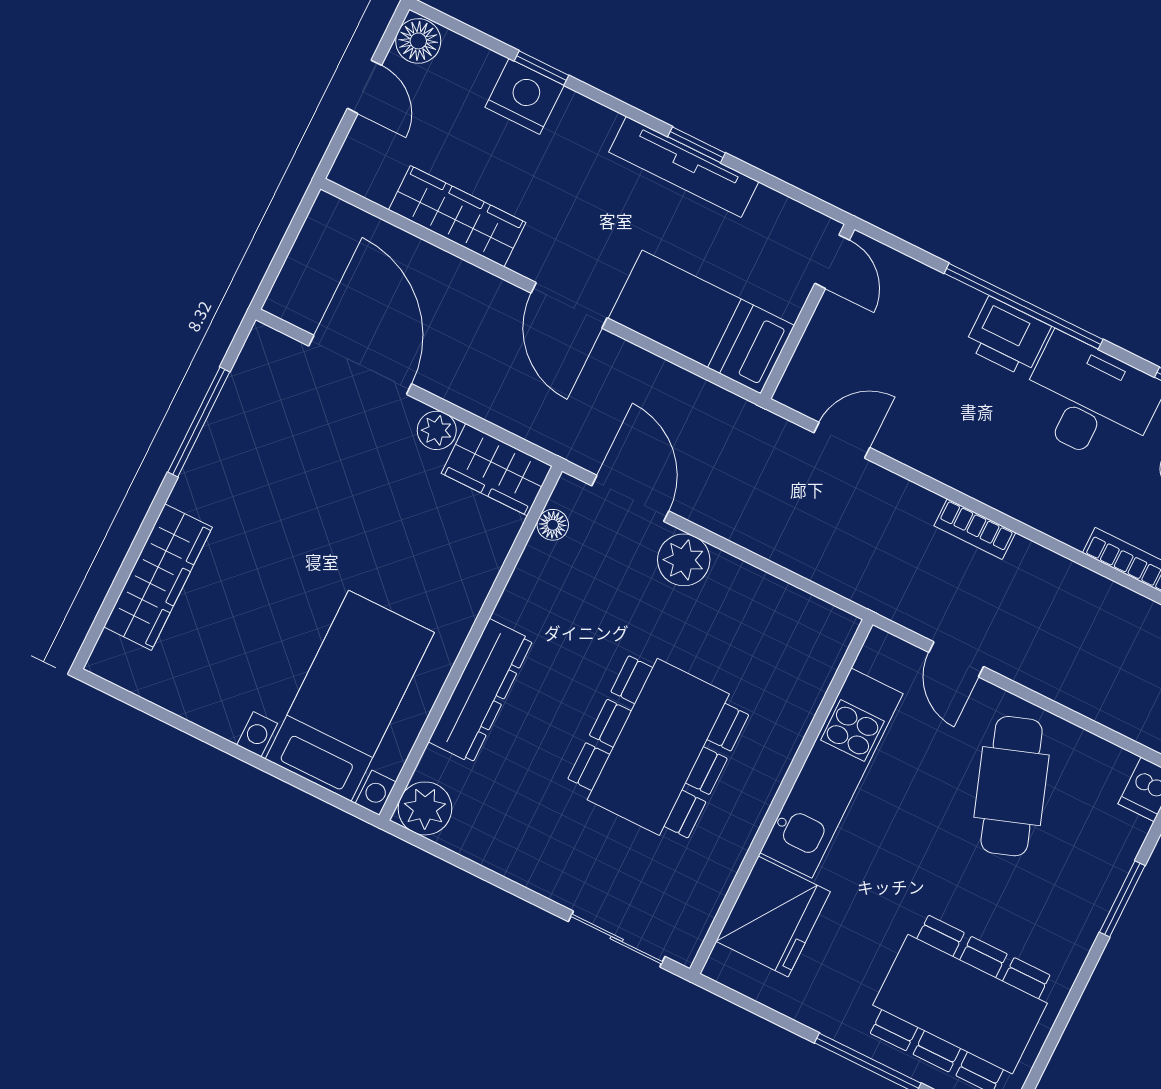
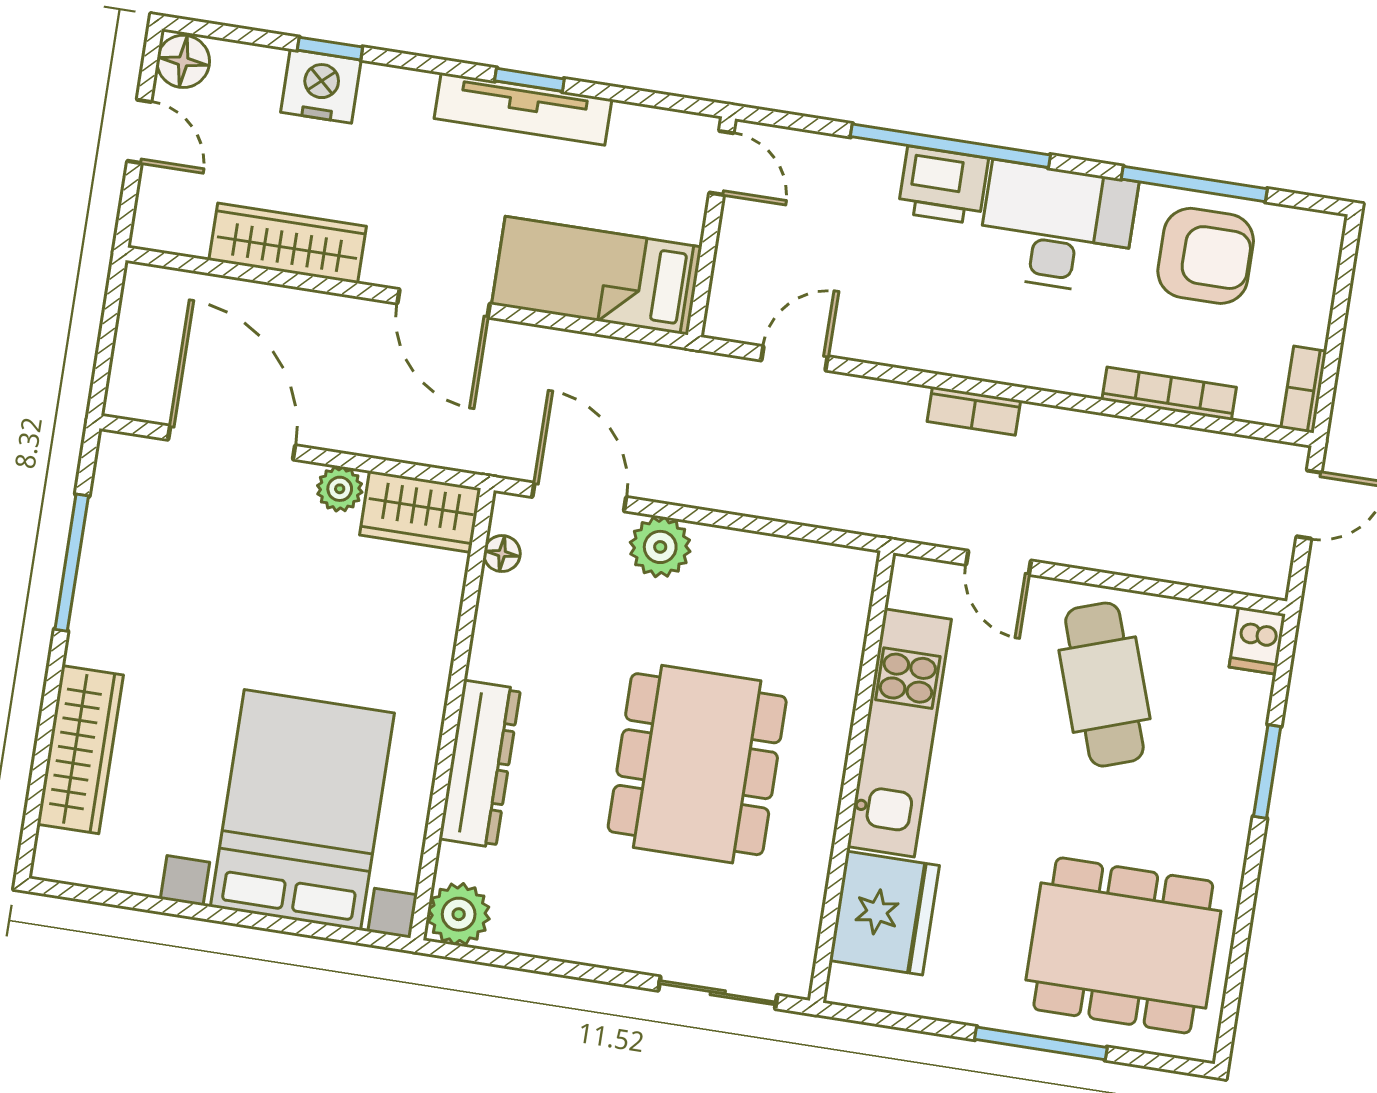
bed with nightstands: (350, 696) -> (302, 810), width x1.36

